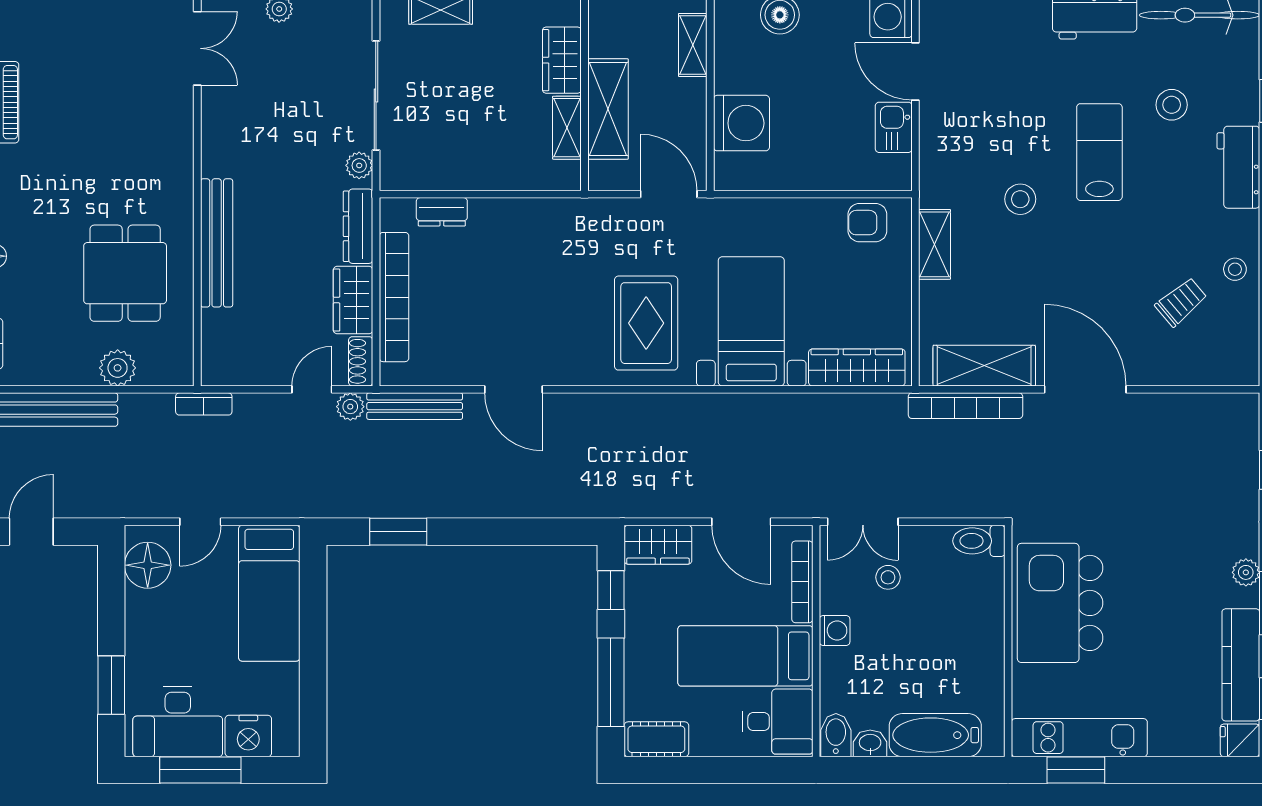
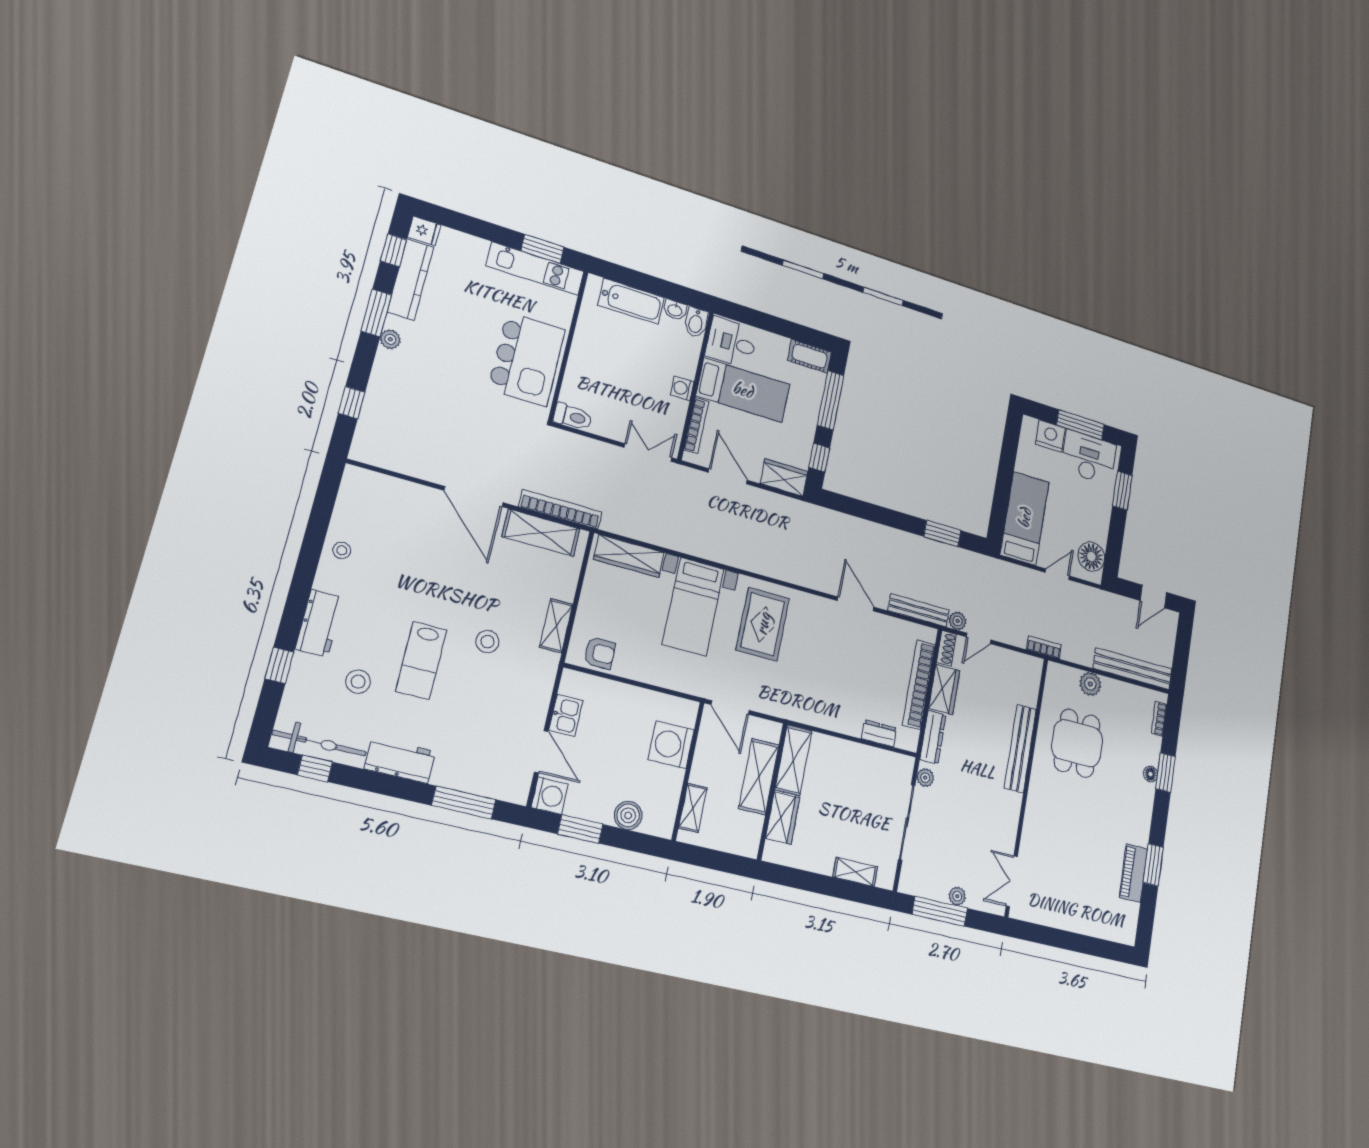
shelving: (567, 128) -> (793, 760), width x1.50, depth x1.33
trolley: (1181, 302) -> (388, 538), removed
stool: (888, 577) -> (639, 411), removed

